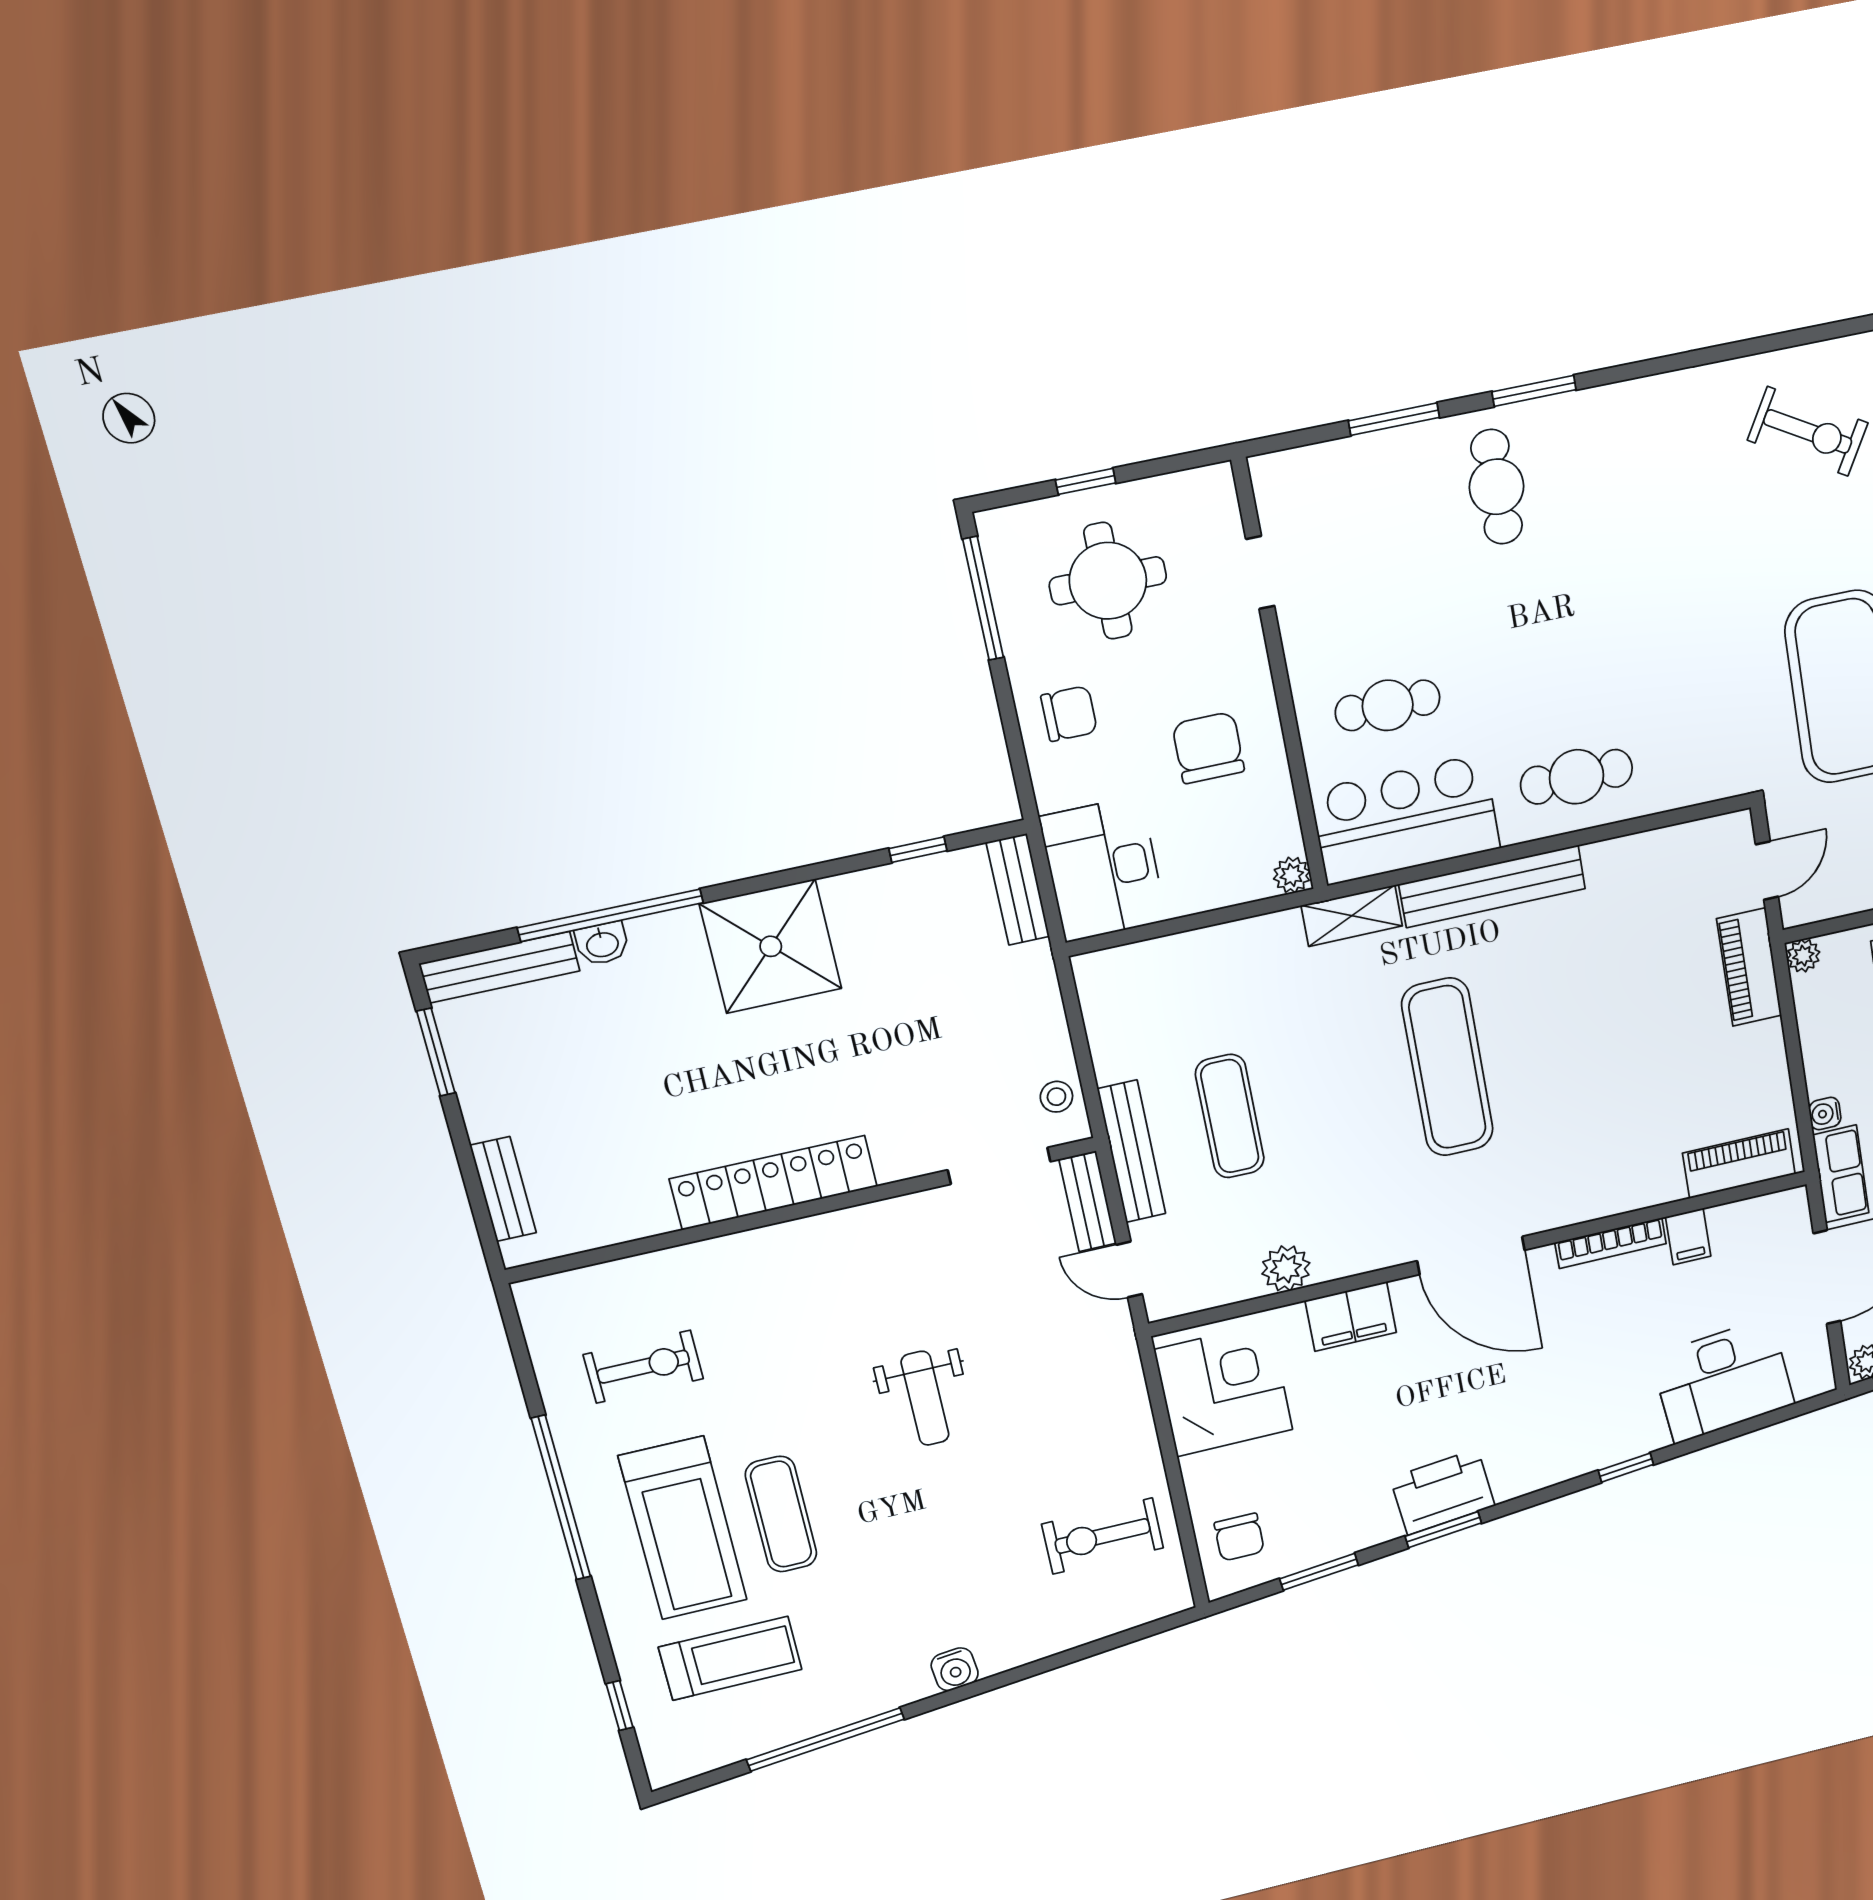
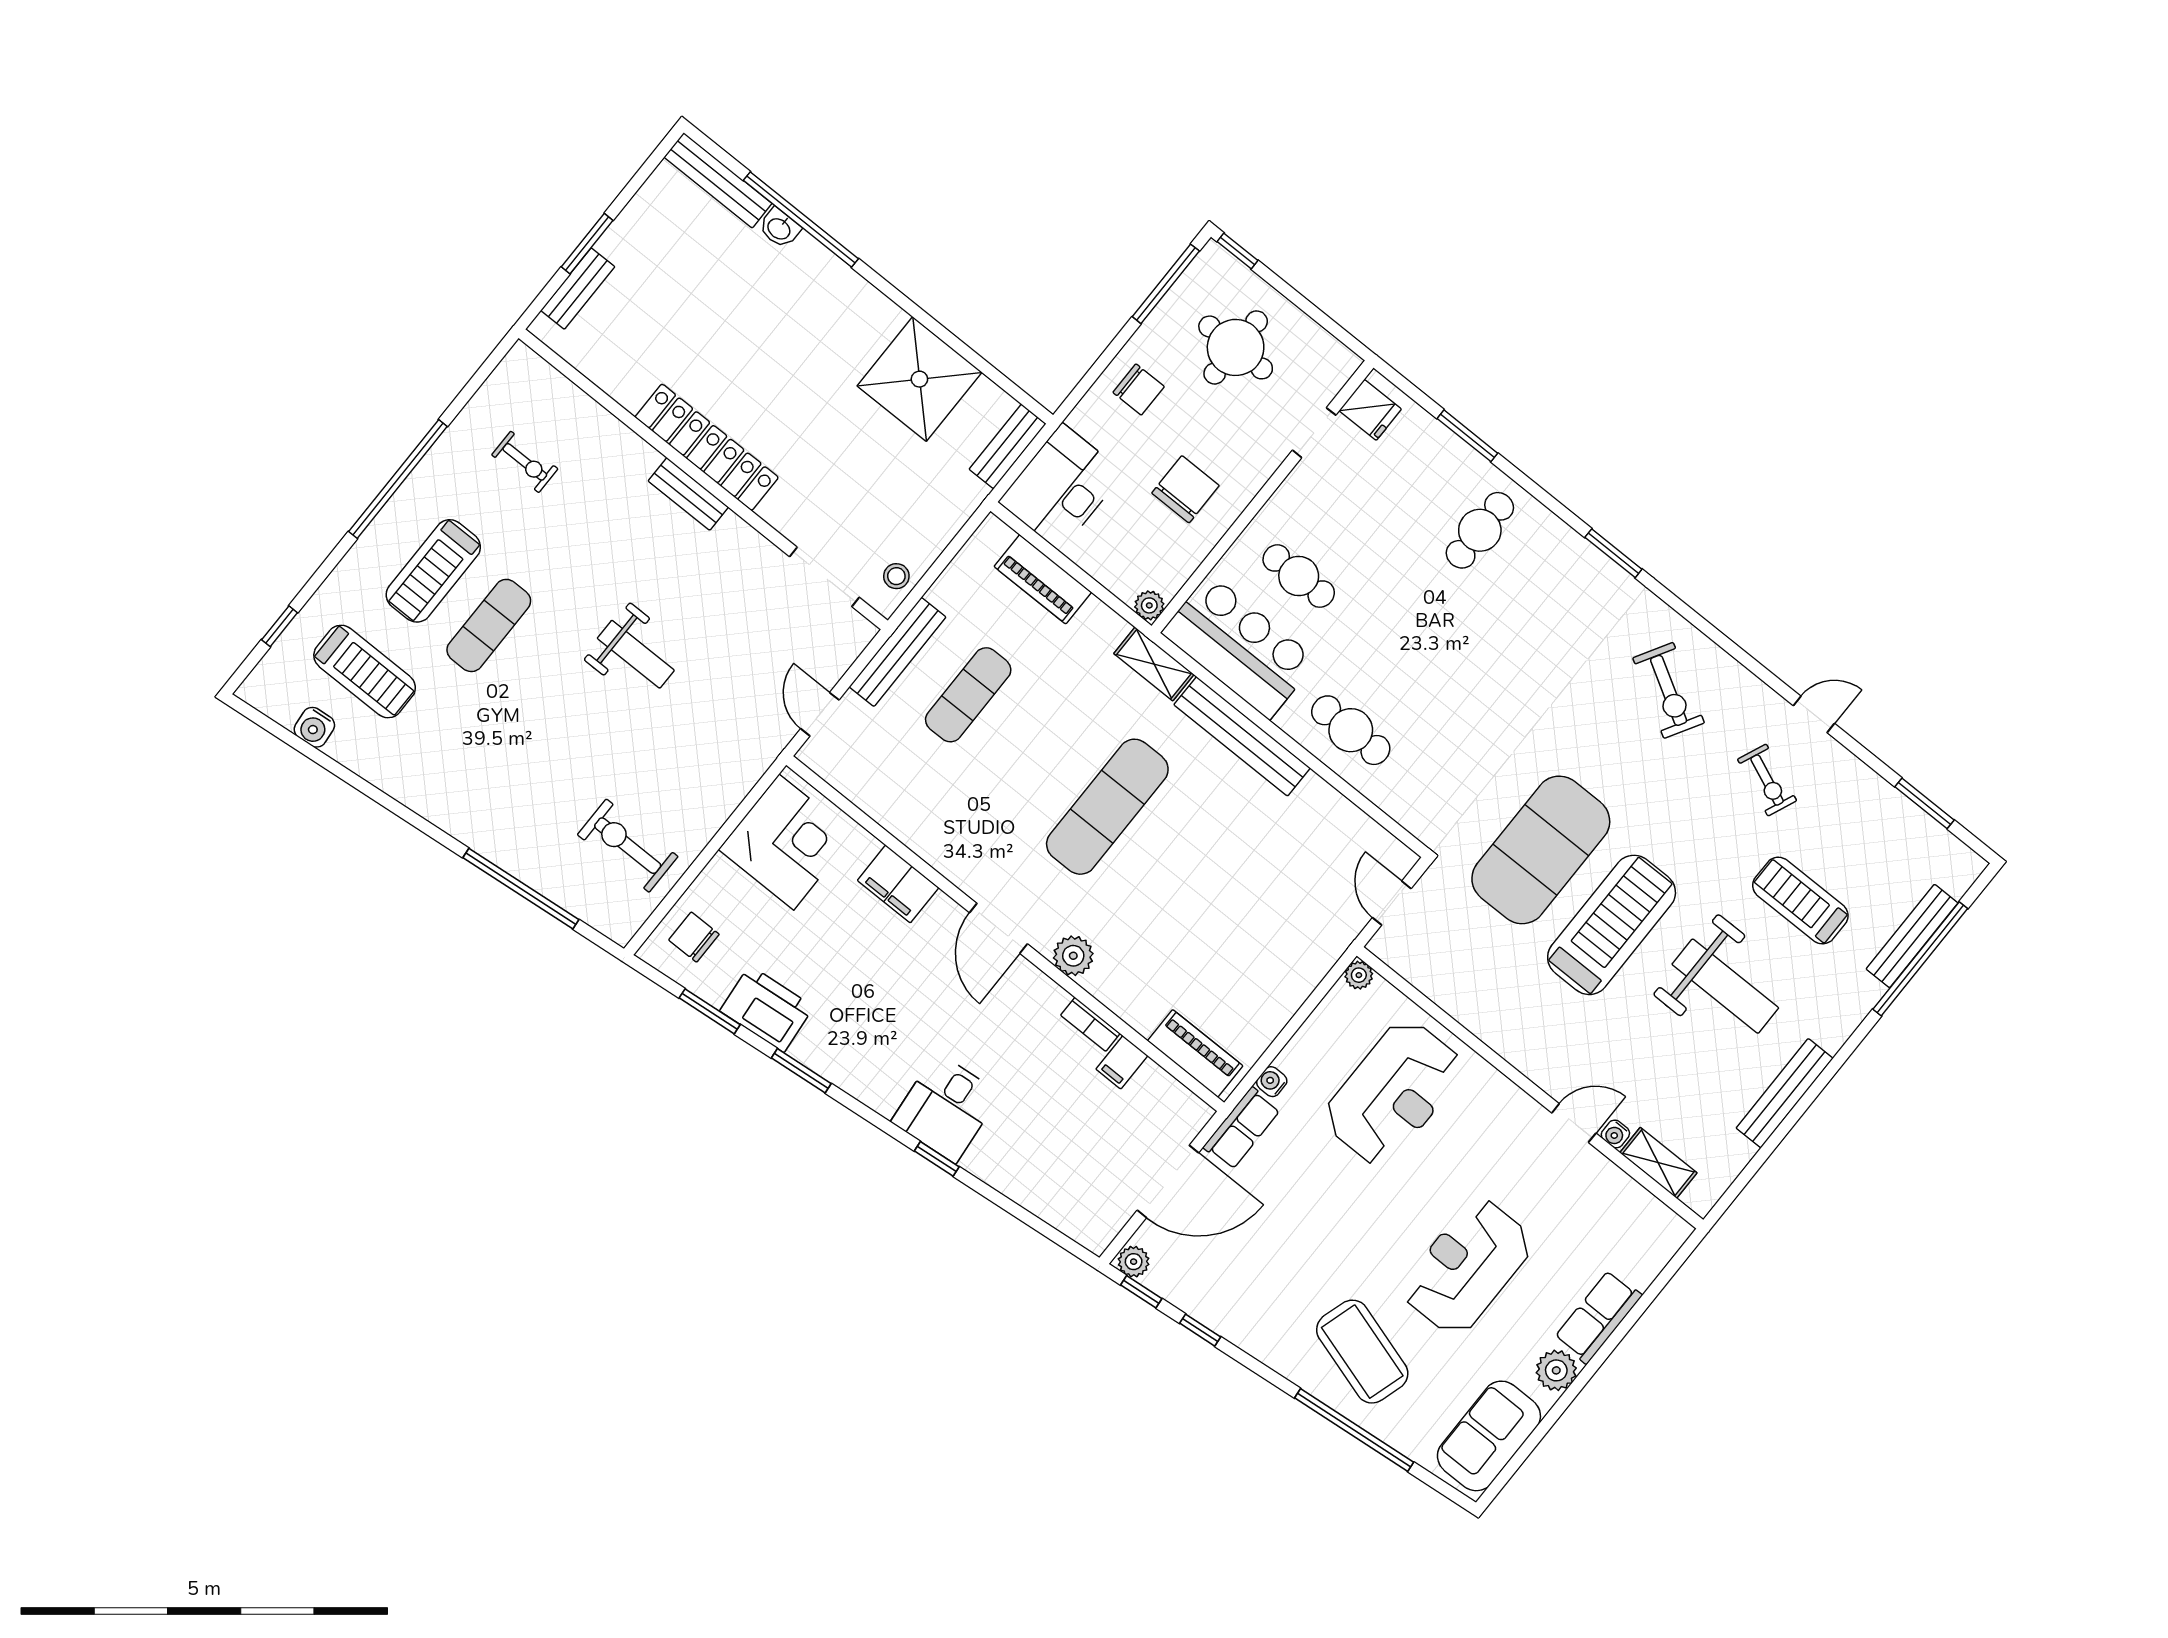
window: (1534, 391) -> (1613, 553), moved
window: (1086, 481) -> (1237, 251), moved
fridge: (1285, 496) -> (1370, 410), added
window: (918, 850) -> (984, 367), removed
door: (1767, 871) -> (1392, 903), swing flipped
shower: (771, 946) -> (919, 379), moved
piano: (1749, 967) -> (1043, 579), moved, turned -90
window: (436, 1052) -> (587, 244), moved
bench: (1088, 1202) -> (688, 494), moved, turned 90
bookcase: (1611, 1243) -> (1090, 1024), width x0.64
door: (1471, 1256) -> (998, 928), width x0.73
plant: (1286, 1268) -> (1073, 956), moved
exercise bike: (643, 1367) -> (525, 462), width x0.73, depth x0.72
desk: (1723, 1380) -> (946, 1108), moved, width x0.73
weight bench: (925, 1398) -> (636, 654), turned -90
printer: (1443, 1492) -> (767, 1009), moved
treadmill: (683, 1528) -> (433, 571), width x0.73, depth x0.73
chair: (1239, 1537) -> (694, 937), turned 90
water cooler: (955, 1669) -> (314, 727), moved
window: (825, 1739) -> (521, 889), moved

